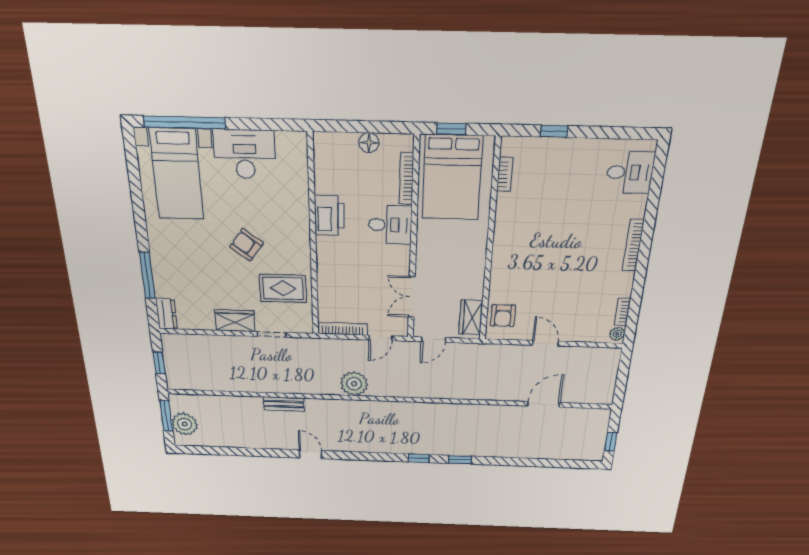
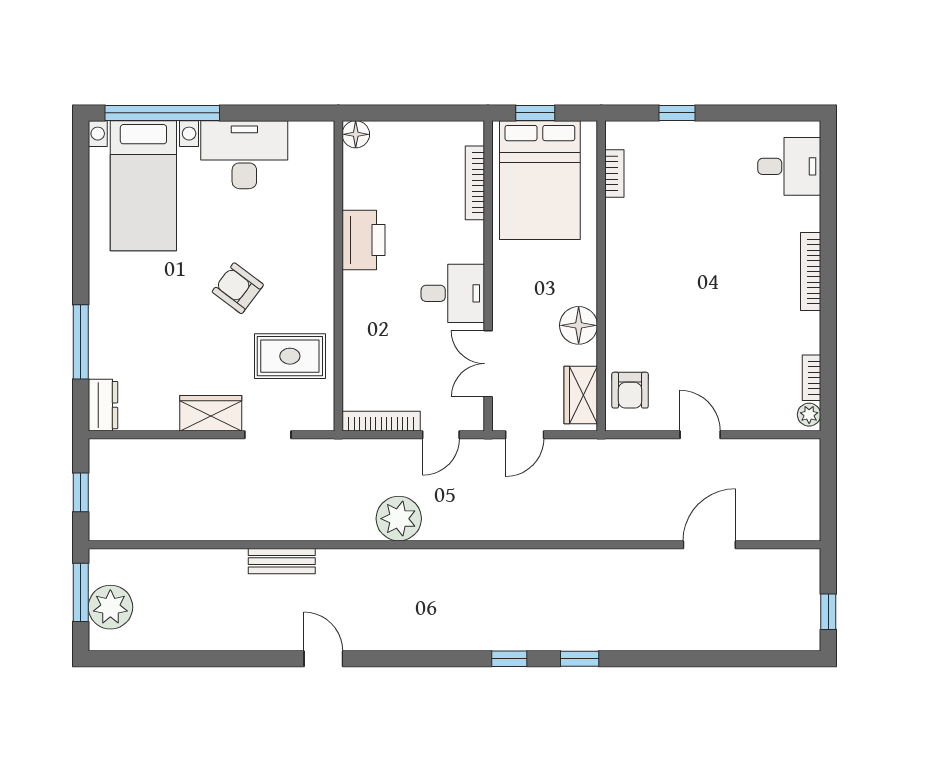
floor lamp: (369, 143) -> (356, 134), moved
desk: (390, 225) -> (453, 293), moved
floor lamp: (472, 275) -> (579, 325), added

